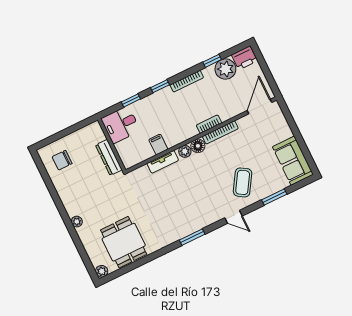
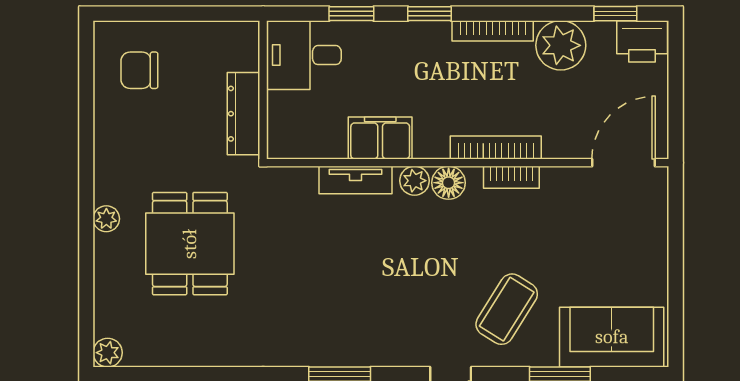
window: (212, 61) -> (615, 14), moved
plant: (225, 69) -> (561, 45), moved
bookcase: (209, 124) -> (496, 148), width x1.56
bookcase: (220, 132) -> (511, 177), width x0.64
filing cabinet: (158, 145) -> (380, 138), width x2.00
sofa: (293, 161) -> (612, 337), moved, turned 90
dining table: (124, 242) -> (190, 244), moved

